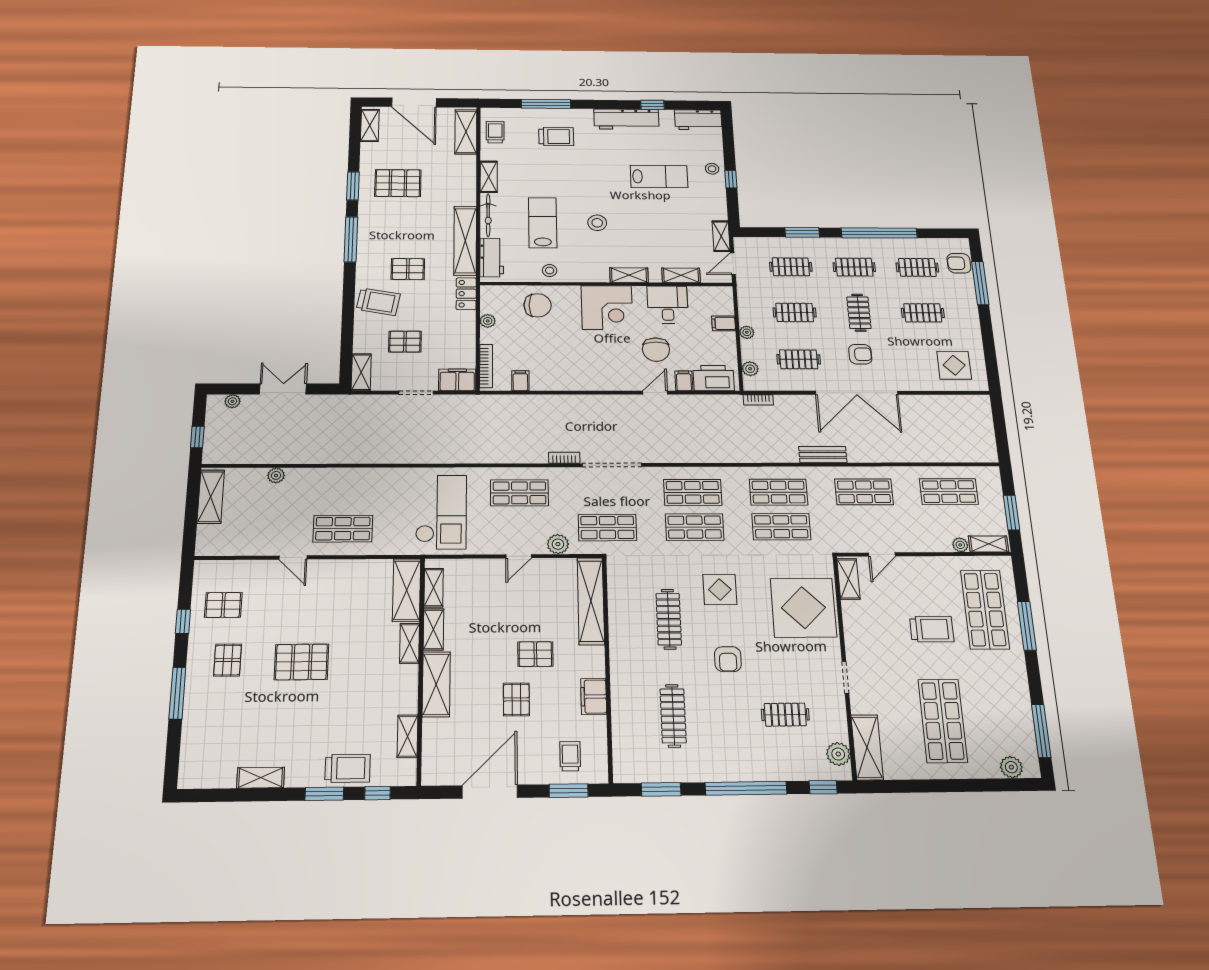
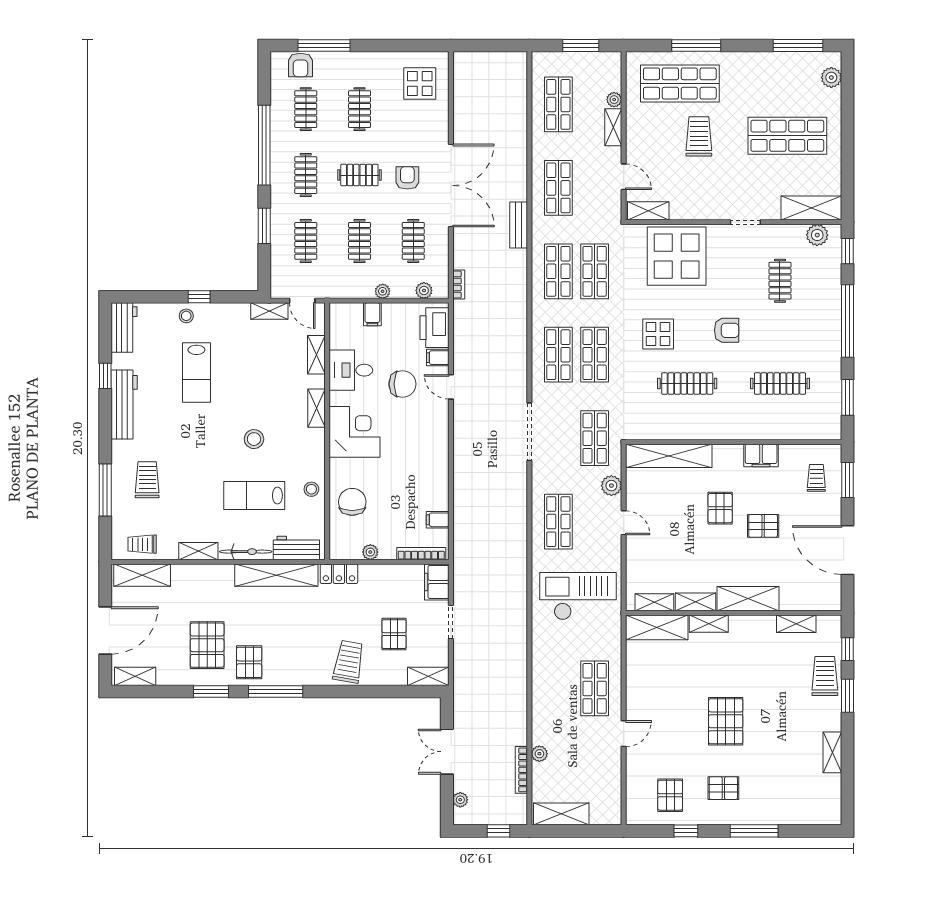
lab bench: (659, 177) -> (196, 372), turned 180
pallet: (408, 269) -> (249, 662), moved
bookcase: (564, 458) -> (521, 770), moved, width x1.56
shelving: (989, 544) -> (613, 127), moved
trolley: (570, 756) -> (816, 478), turned 90

